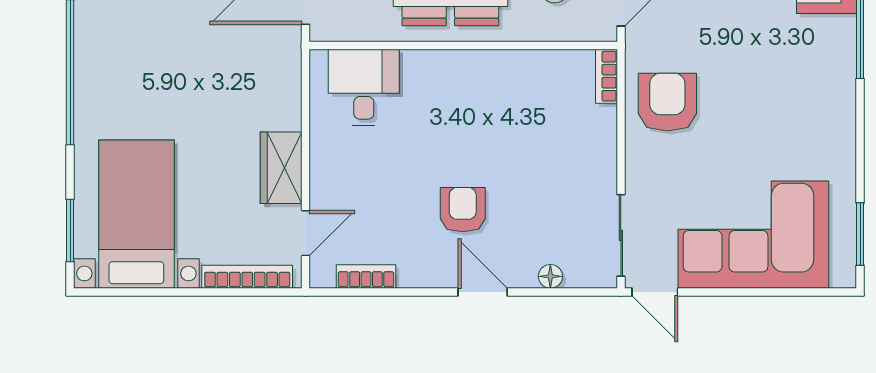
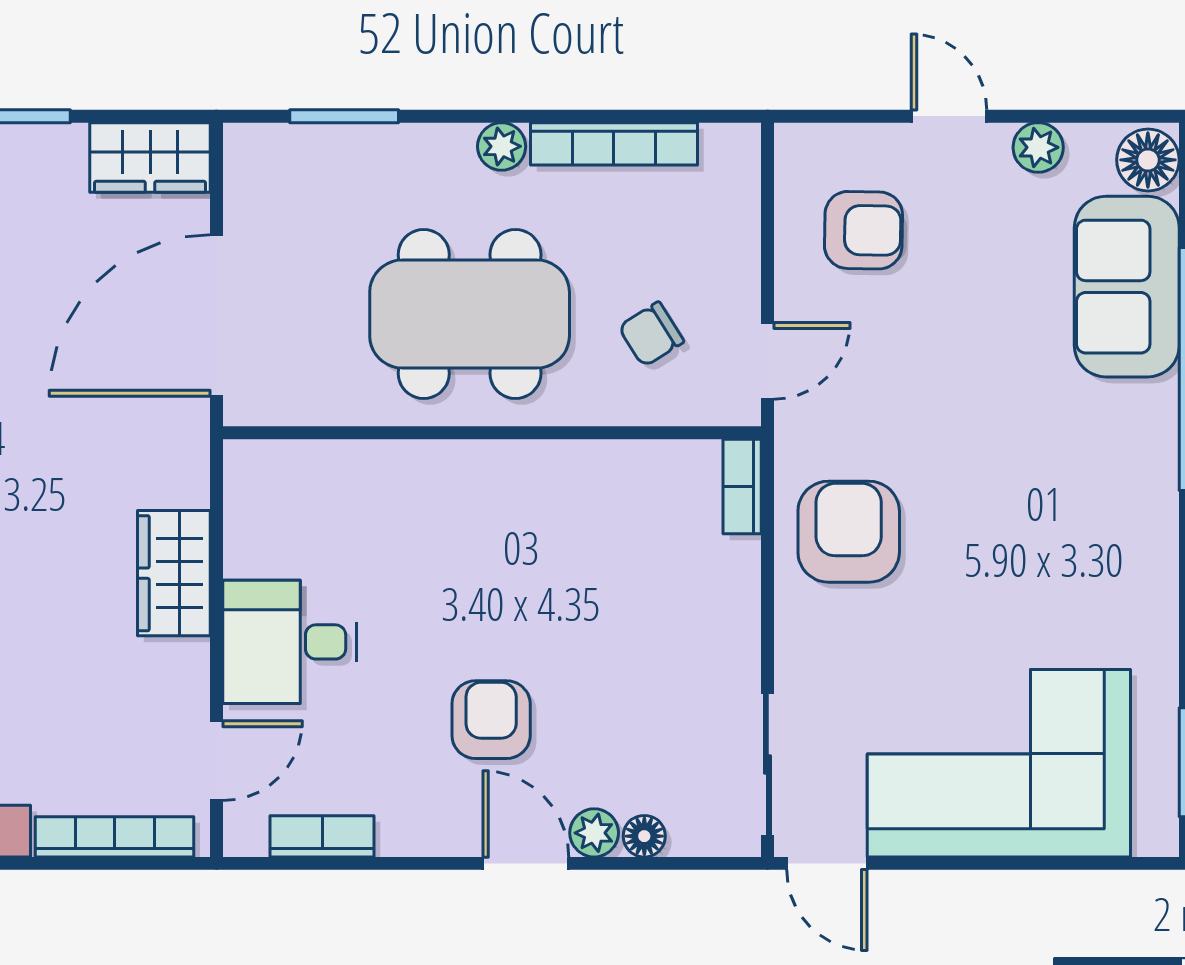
desk: (364, 87) -> (290, 642), moved, turned -90
wardrobe: (281, 168) -> (174, 573), moved
plant: (522, 274) -> (594, 833), added

